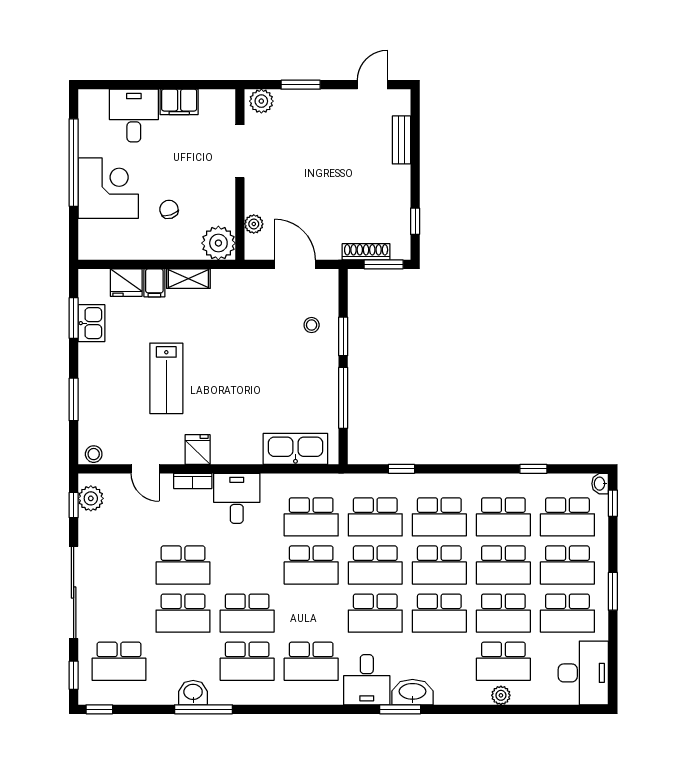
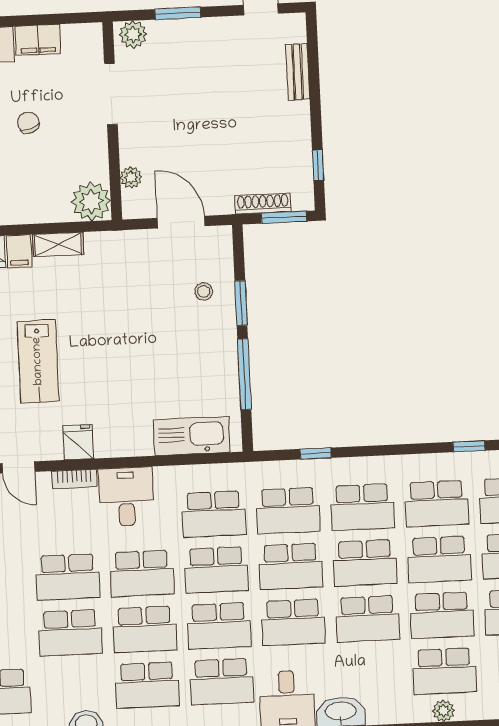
chair: (169, 209) -> (28, 122), moved
school desk: (247, 565) -> (142, 573), added
school desk: (311, 613) -> (219, 626), added

